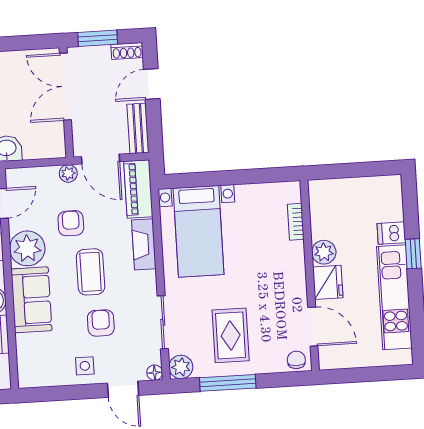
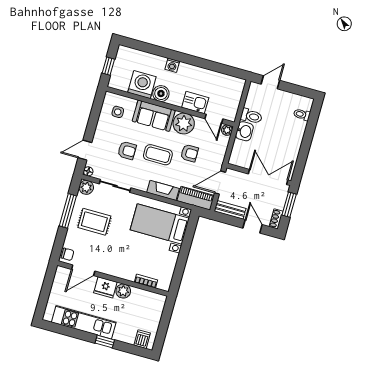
plant: (68, 173) -> (227, 130), moved
dishwasher: (391, 233) -> (142, 339), moved
side table: (85, 366) -> (118, 112), moved

